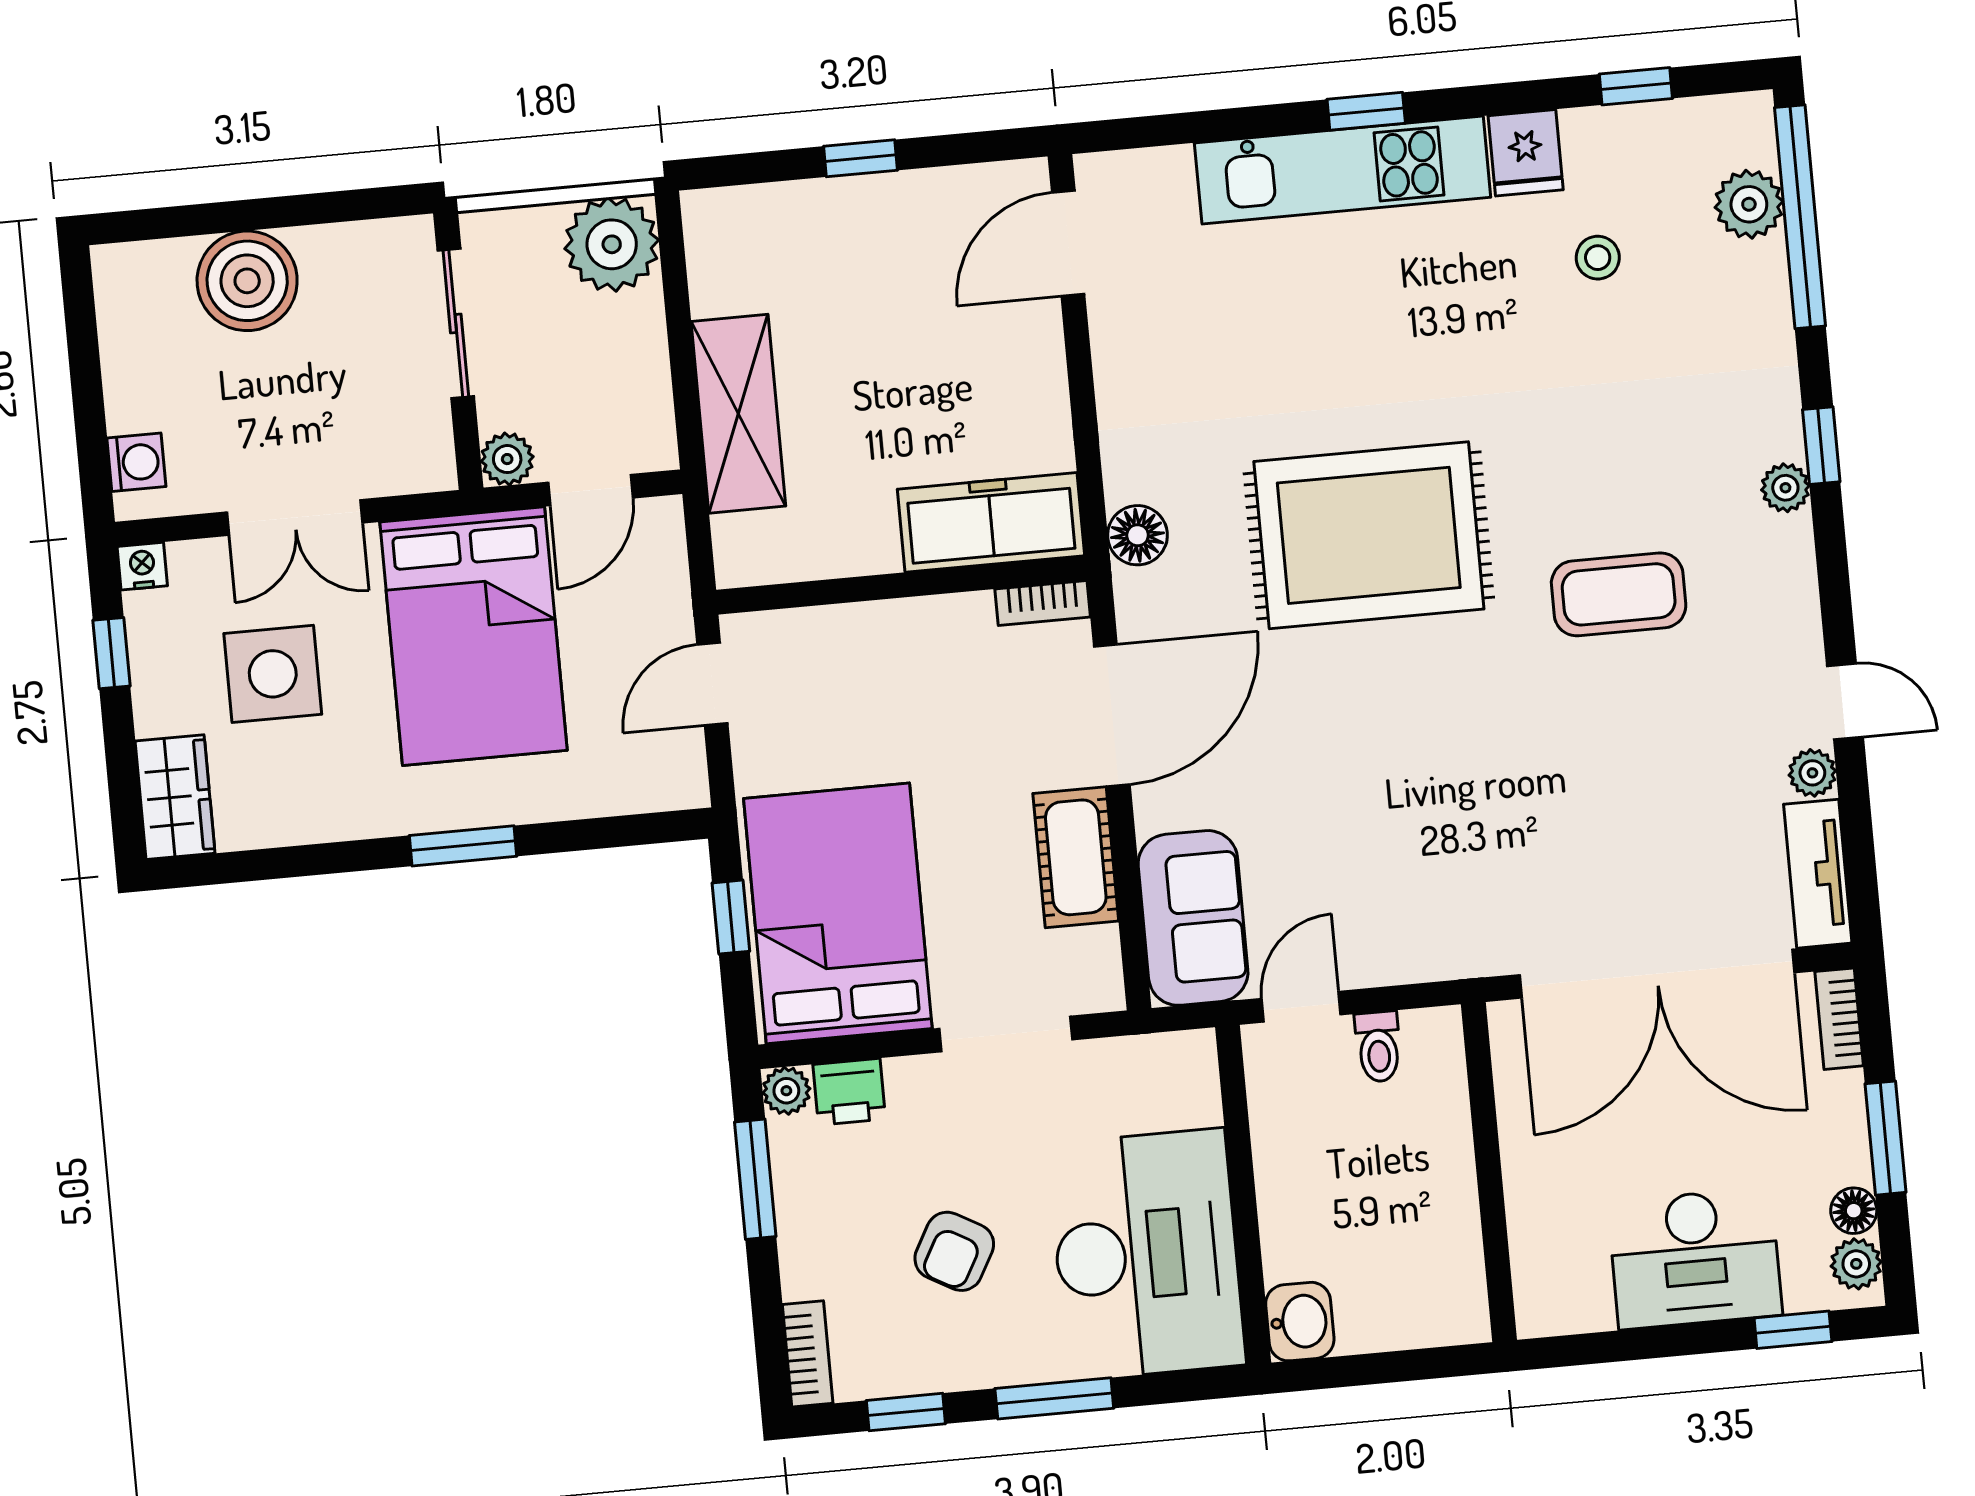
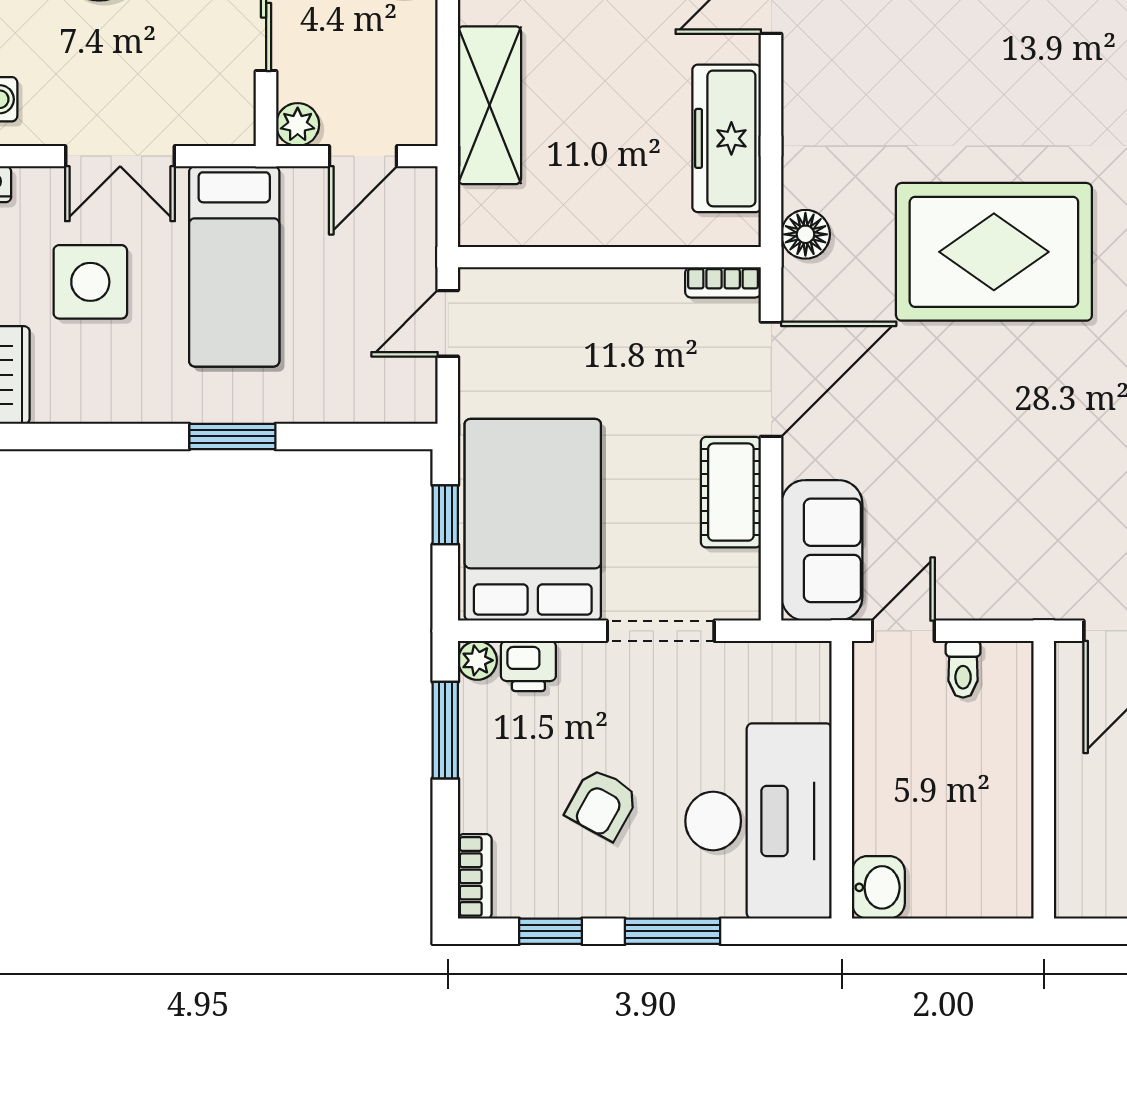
freezer: (991, 522) -> (727, 138), moved, turned -90
bed: (473, 636) -> (234, 266), width x0.67

